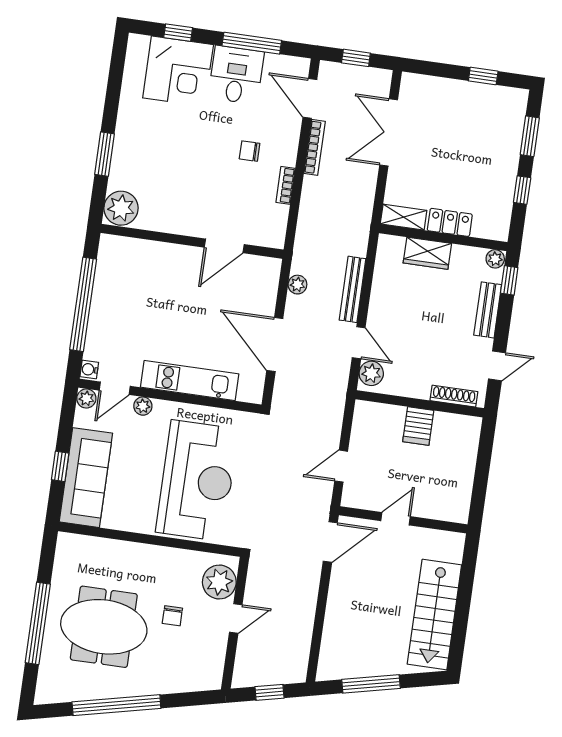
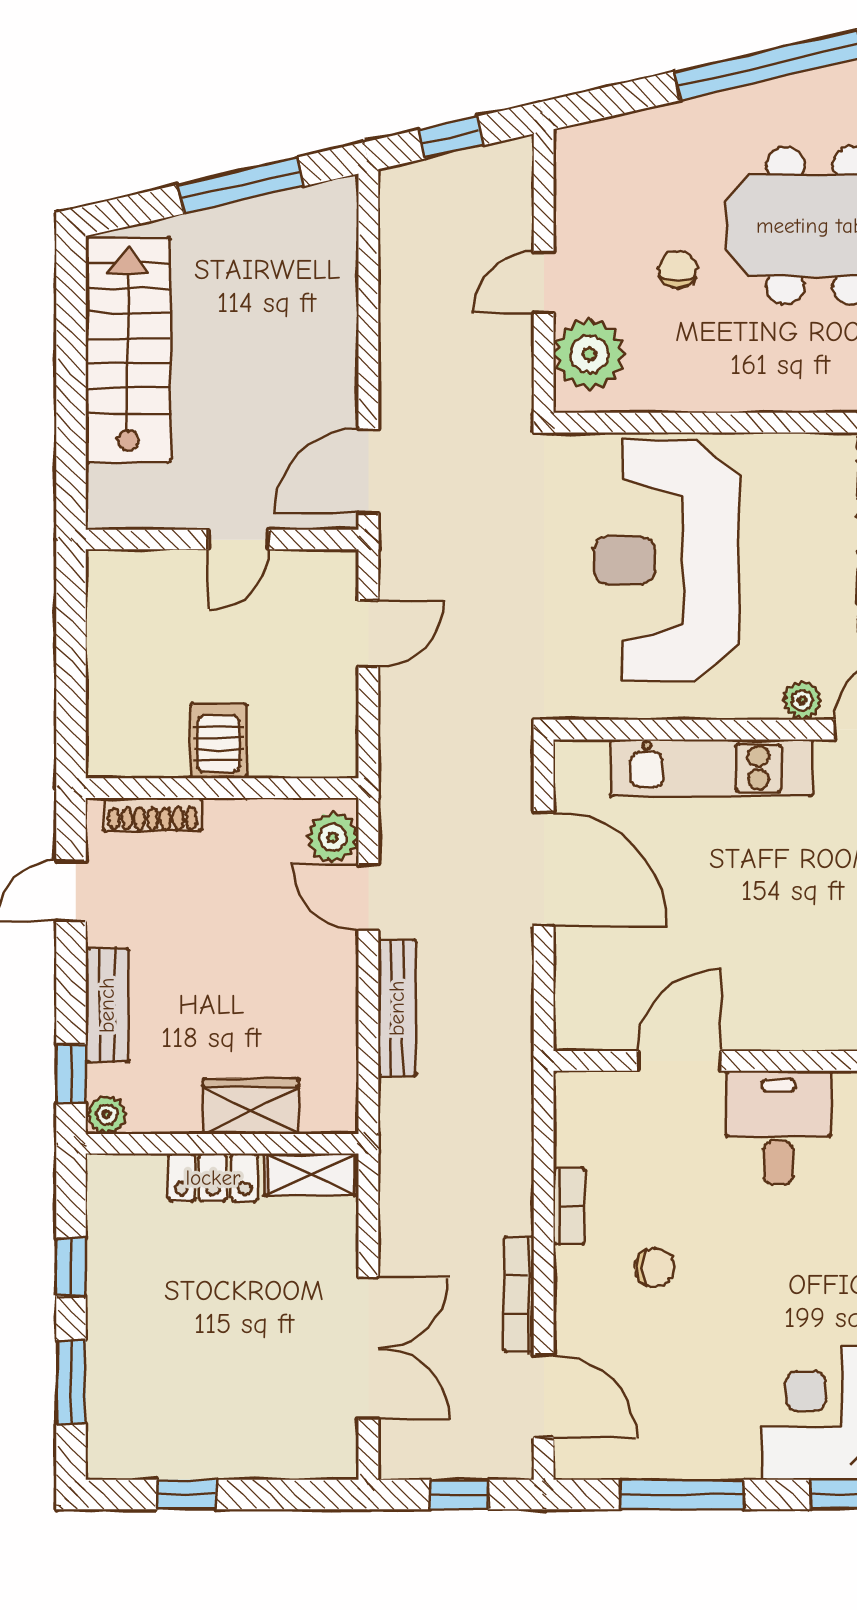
desk: (236, 75) -> (779, 1127), moved, turned 180
plant: (297, 285) -> (514, 1002), removed

